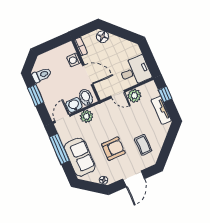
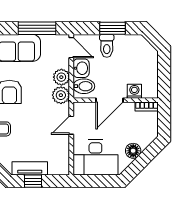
floor lamp: (102, 37) -> (133, 151), moved
desk: (135, 71) -> (95, 157), width x1.37
toilet: (42, 75) -> (107, 46), moved
window: (165, 94) -> (33, 181), moved
plant: (134, 96) -> (61, 95), moved

